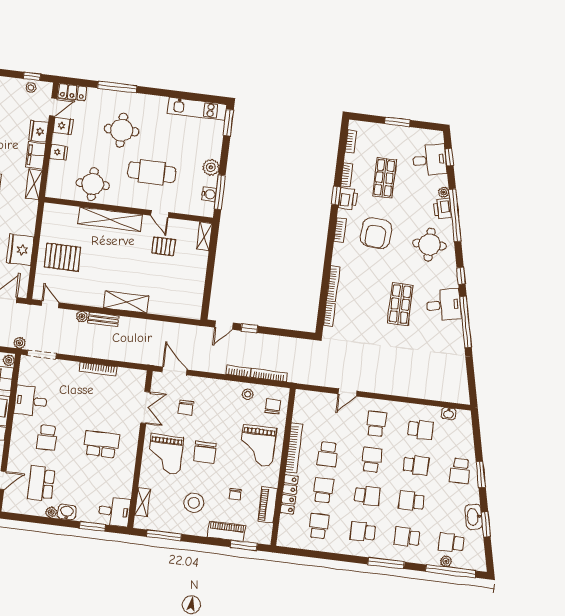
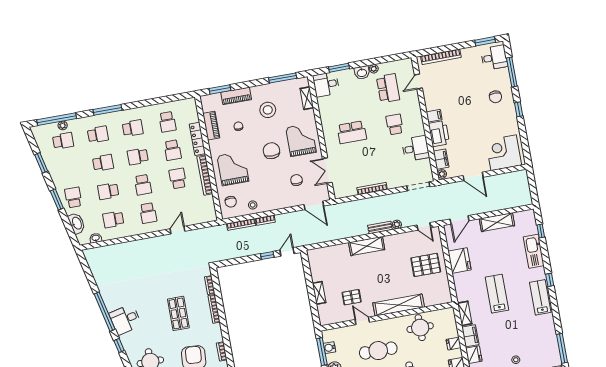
shelving: (204, 236) -> (319, 293), moved
shop shelf: (400, 304) -> (178, 313), moved
plant: (19, 343) -> (438, 190), removed
washbasin: (474, 517) -> (77, 223), moved

